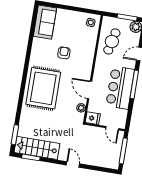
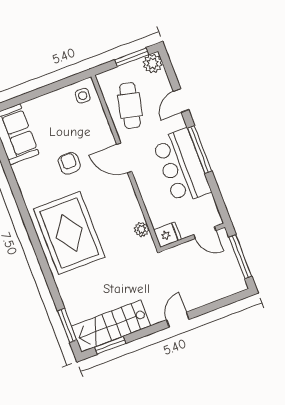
door: (90, 90) -> (124, 158), moved
door: (73, 164) -> (178, 320), hinge flipped

